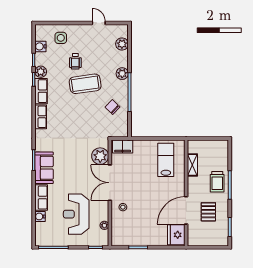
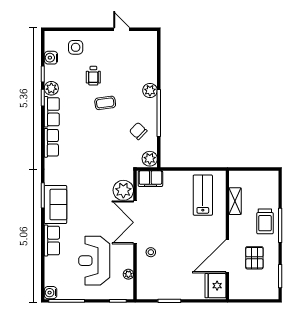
plant: (122, 44) -> (150, 159), moved
coffee table: (85, 84) -> (105, 103), width x0.54, depth x0.58
water cooler: (40, 216) -> (51, 293), moved

